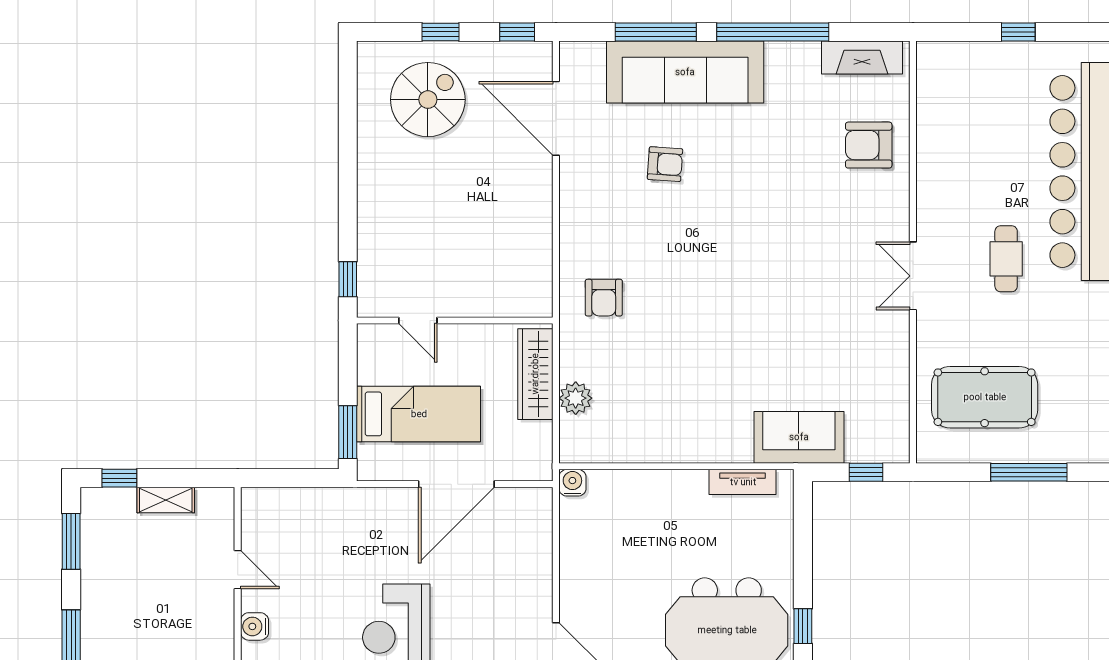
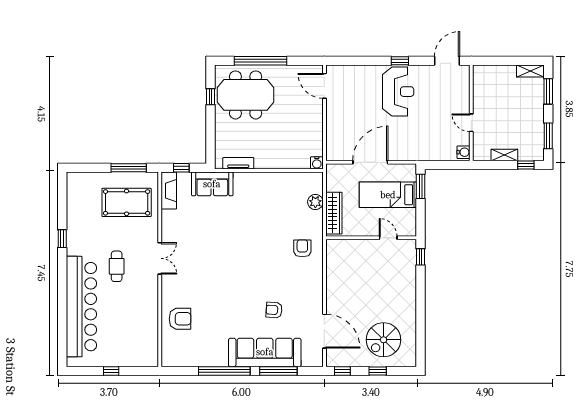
fireplace: (862, 57) -> (169, 191), moved, turned 90
window: (1029, 472) -> (129, 168), moved
water cooler: (255, 626) -> (463, 152), moved

